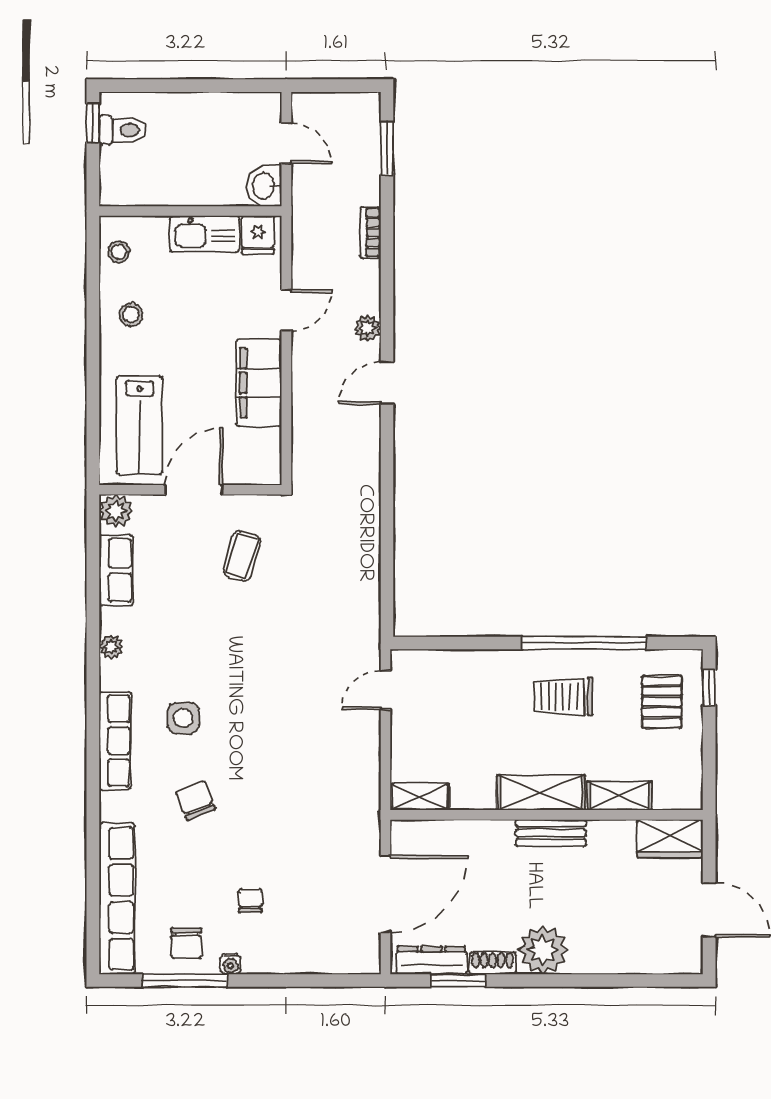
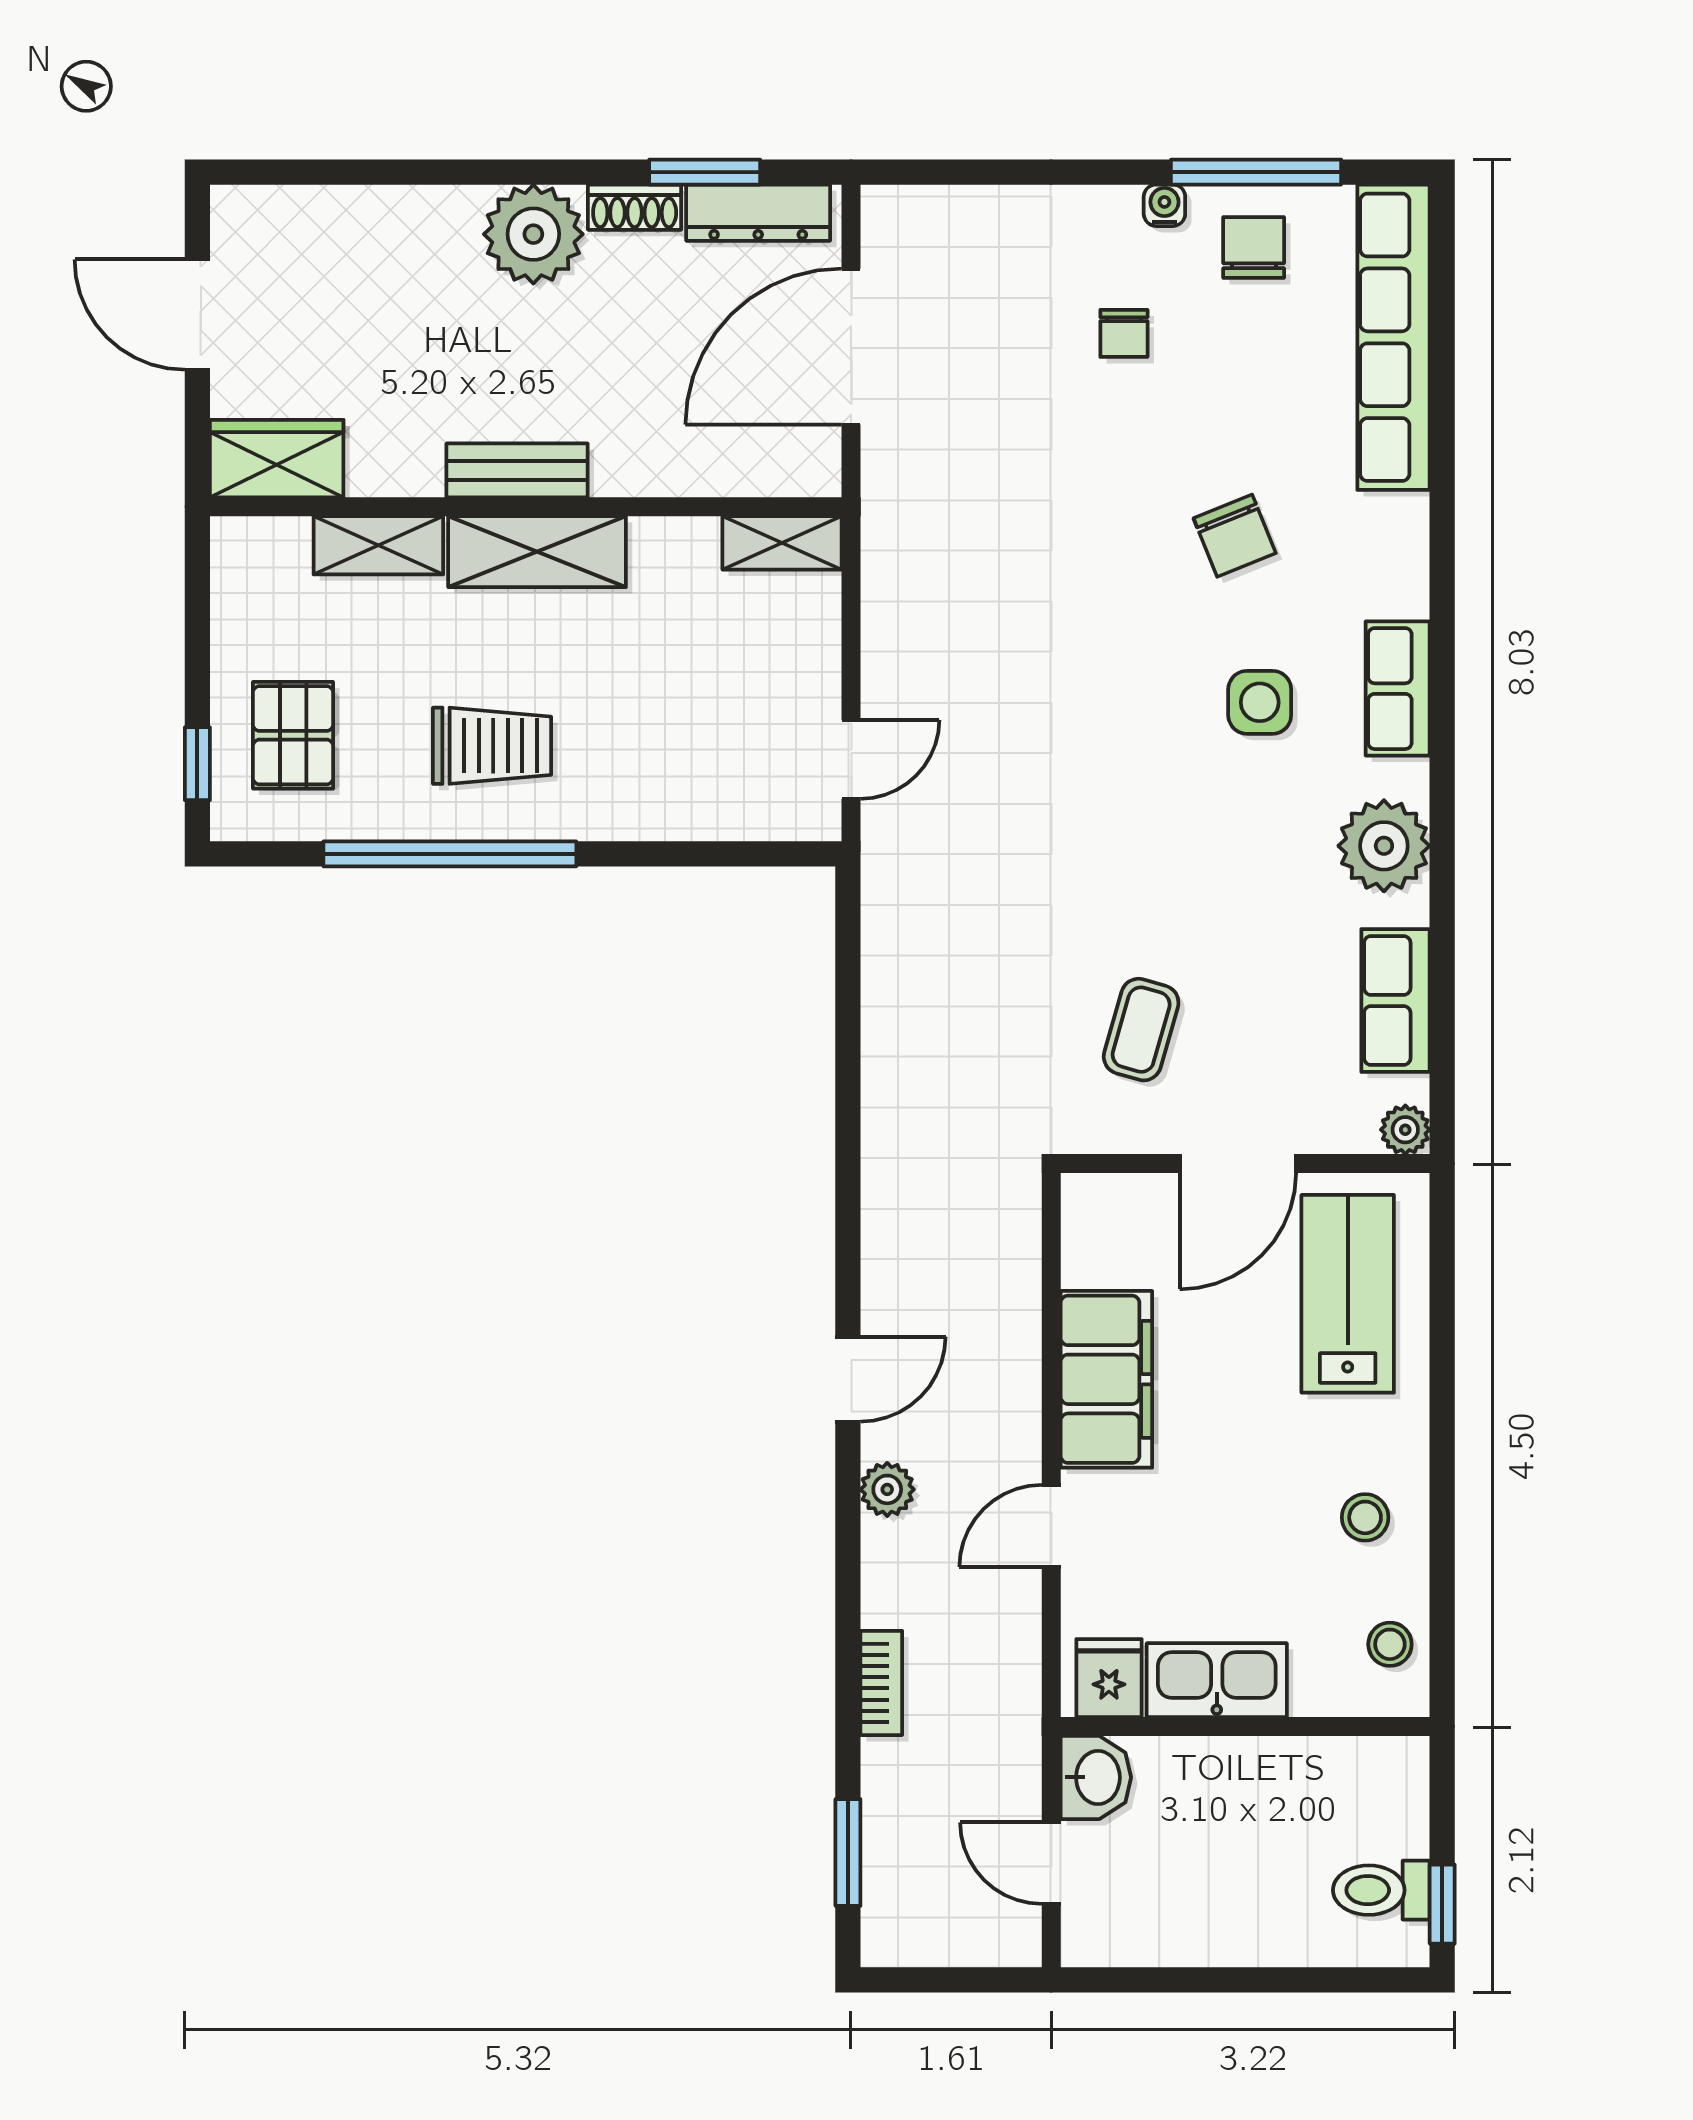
plant: (116, 511) -> (1405, 1130), width x0.73, depth x0.73
plant: (111, 647) -> (1384, 846), width x1.87, depth x1.87
row of seats: (115, 741) -> (1398, 689), width x0.68

